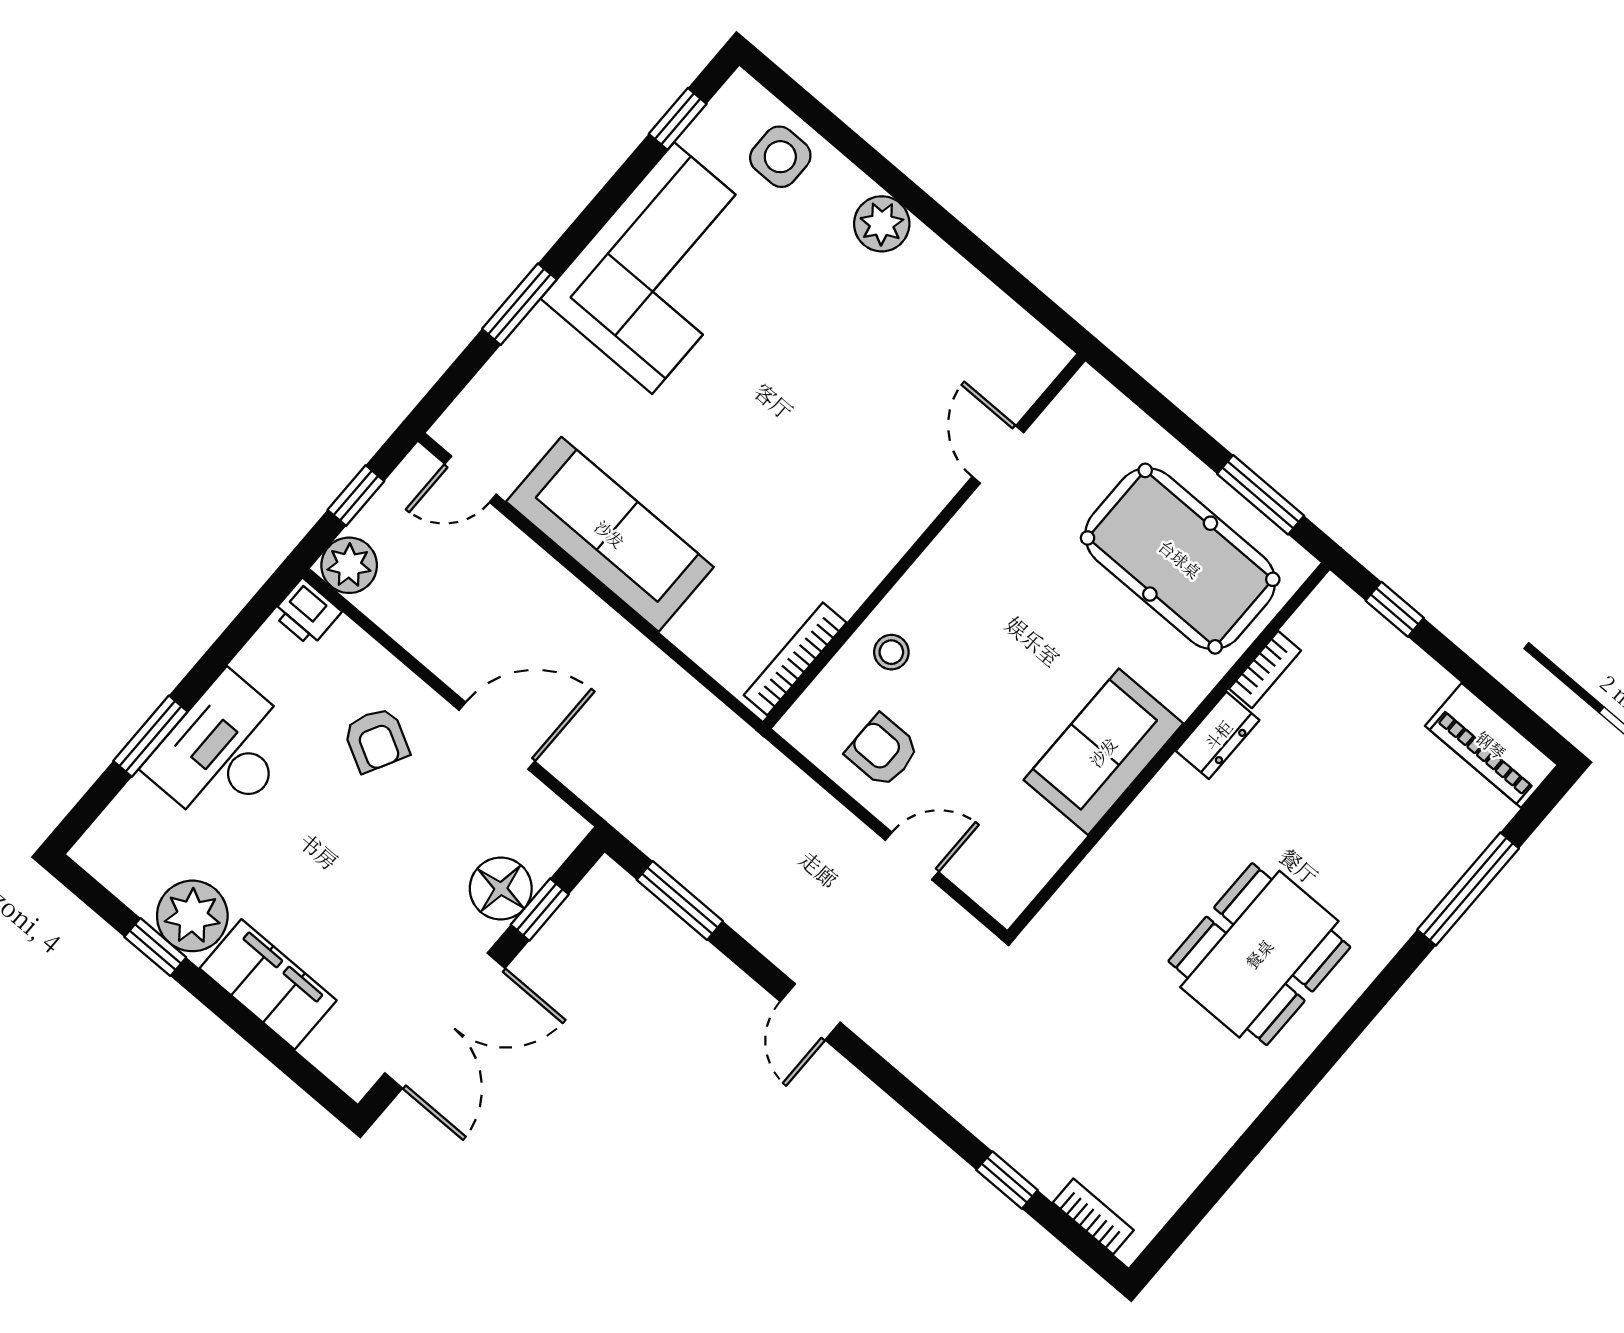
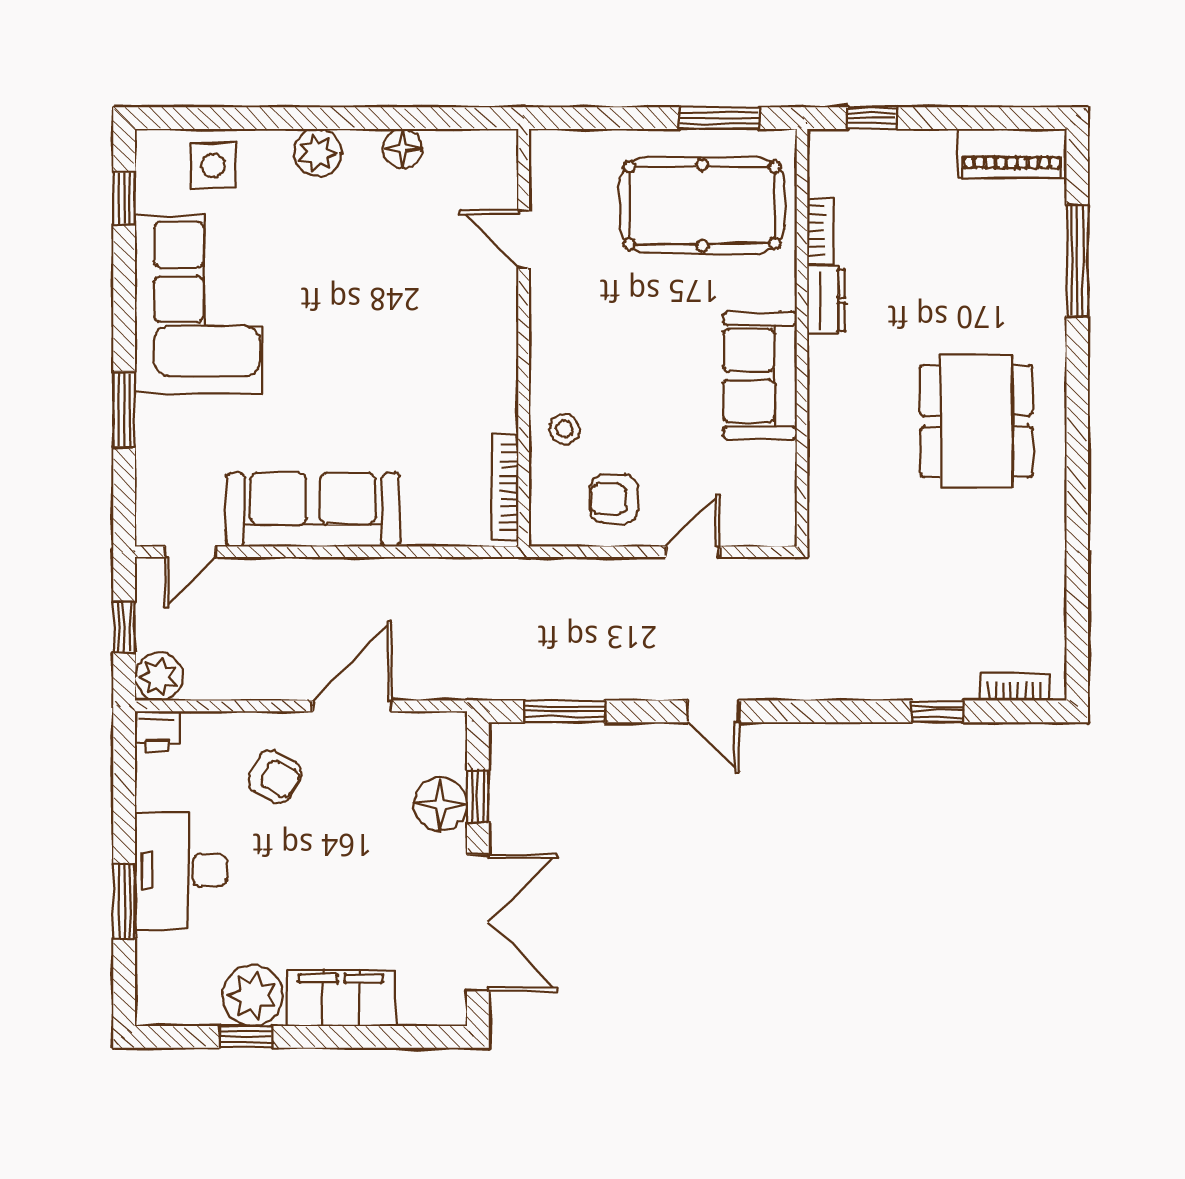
floor lamp: (960, 284) -> (403, 148), added

